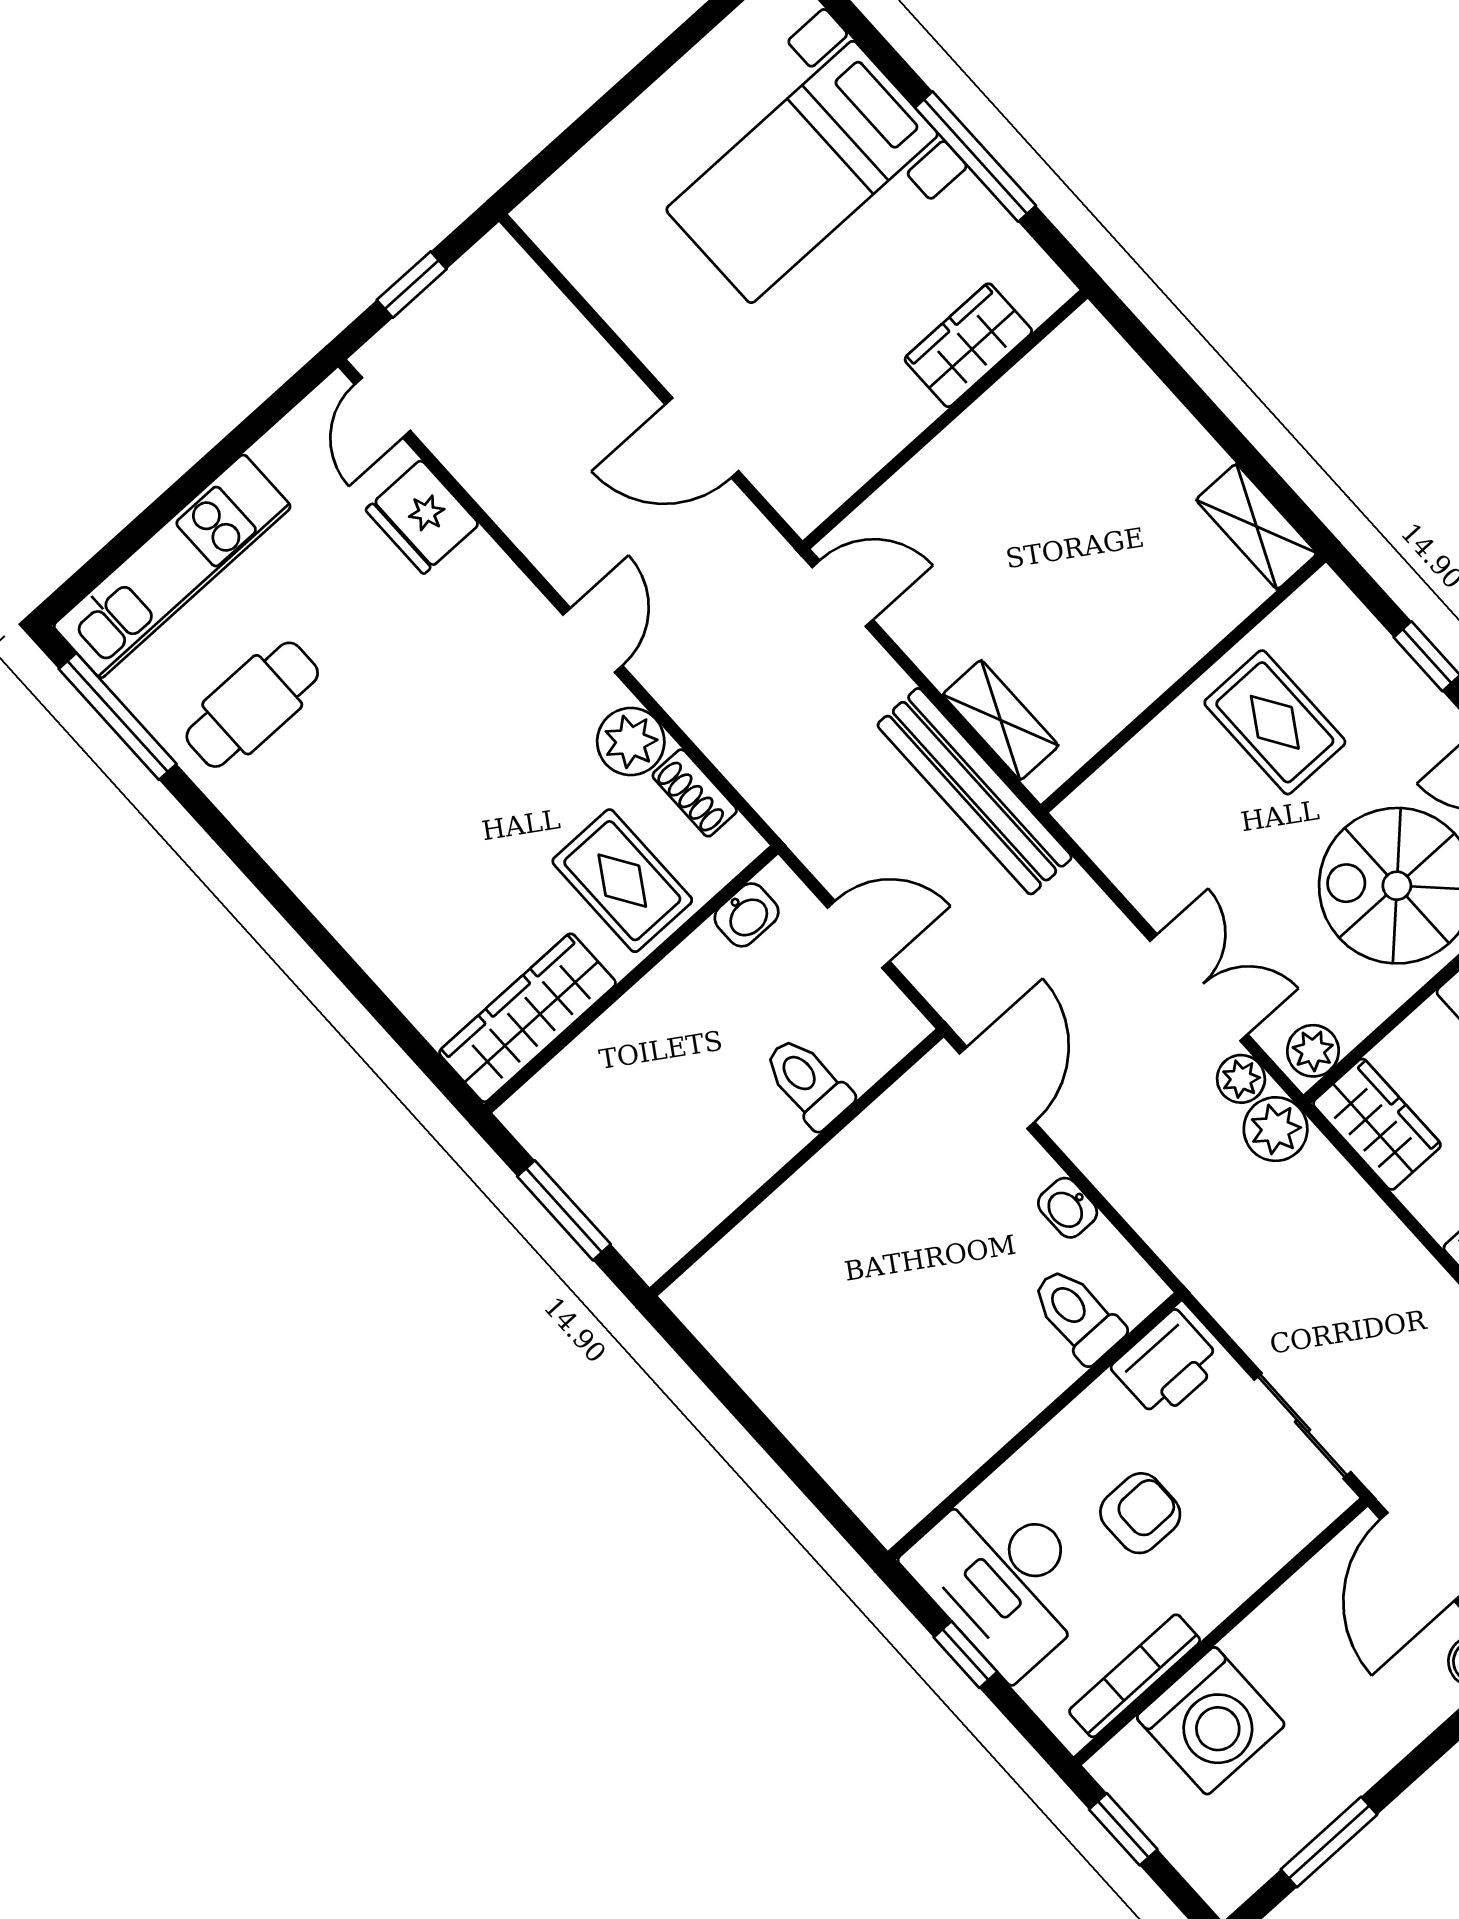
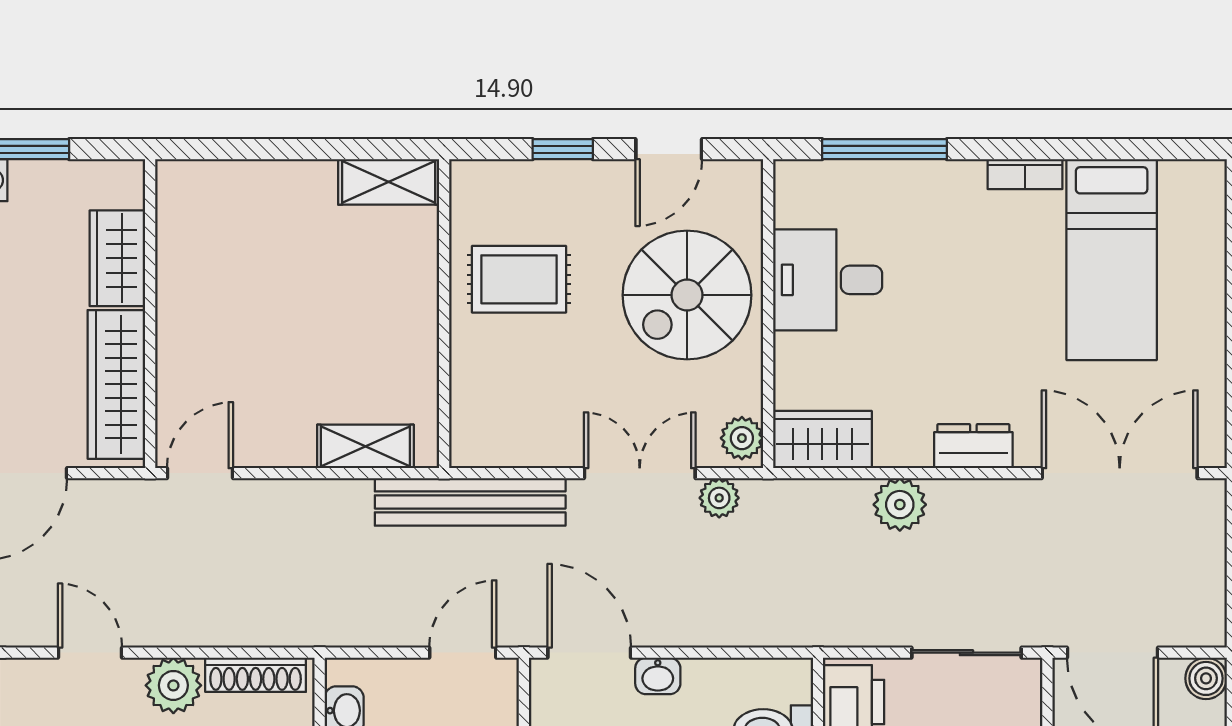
wardrobe: (854, 447) -> (116, 384), added
bench: (975, 791) -> (470, 502), moved
shoe rack: (695, 793) -> (256, 675), width x1.43
door: (859, 934) -> (463, 653), moved
plant: (1276, 1129) -> (900, 505), moved
washbasin: (1068, 1208) -> (658, 676), moved

